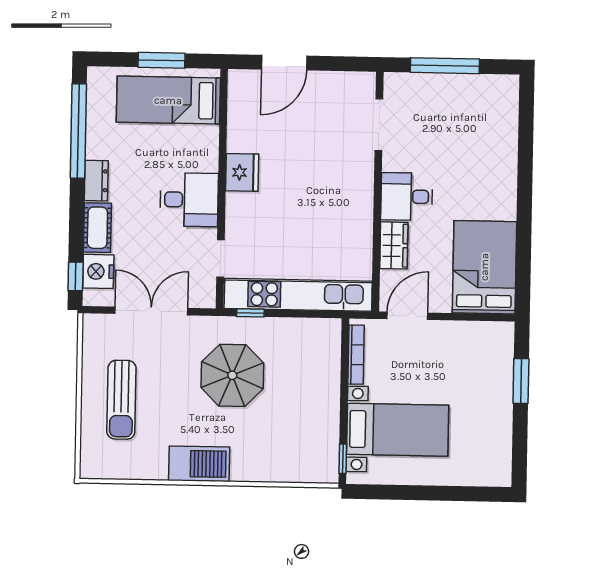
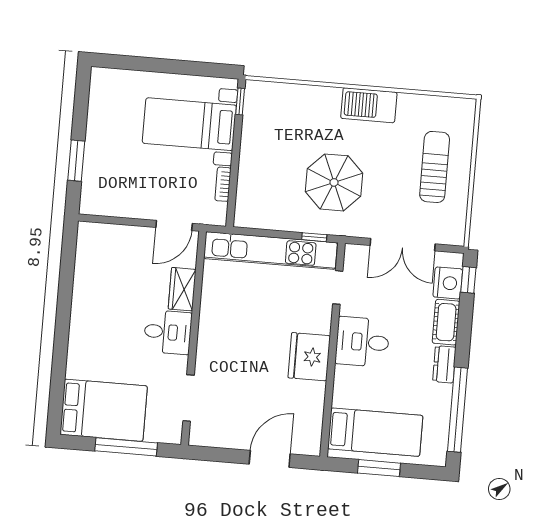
fridge: (242, 172) -> (309, 357), width x1.36, depth x1.34
bed: (484, 267) -> (104, 410), moved, turned -90
bookcase: (356, 355) -> (223, 184), width x0.64

